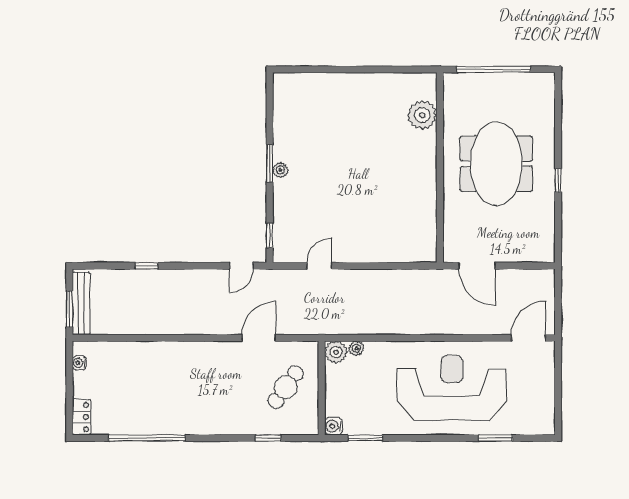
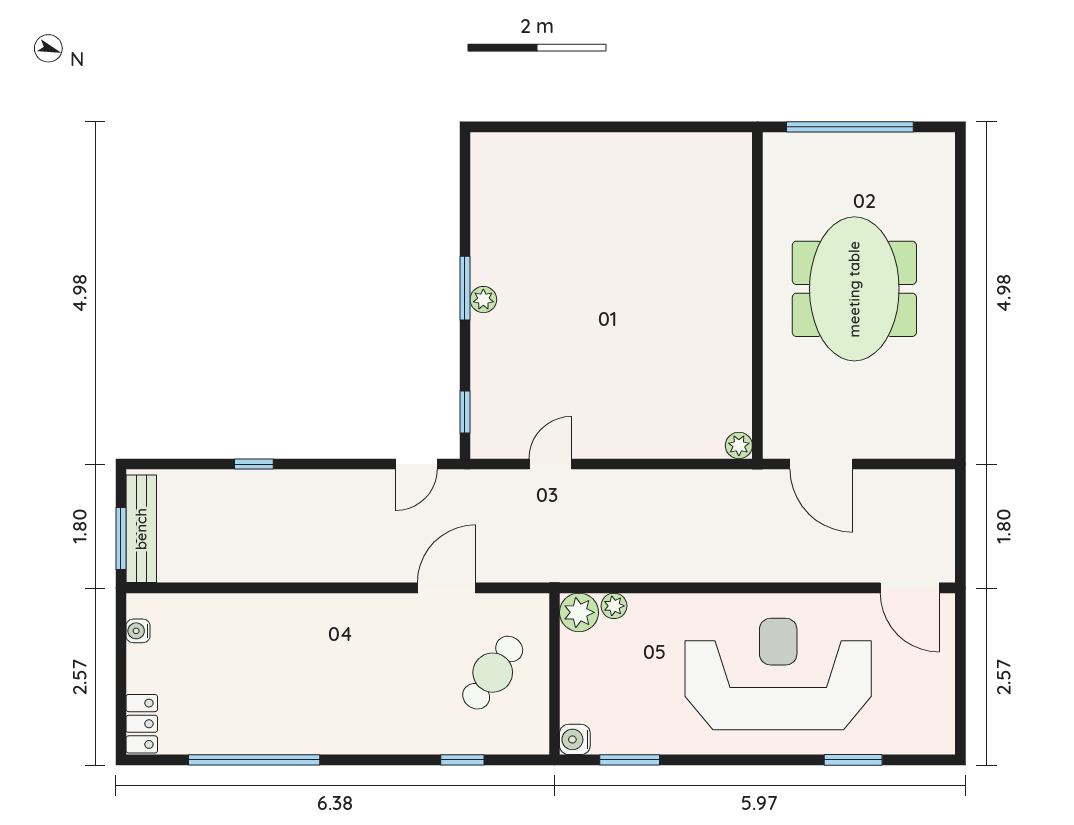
plant: (422, 115) -> (739, 445), moved, width x0.53, depth x0.53
window: (558, 180) -> (960, 317), removed
door: (528, 338) -> (910, 588), swing flipped

